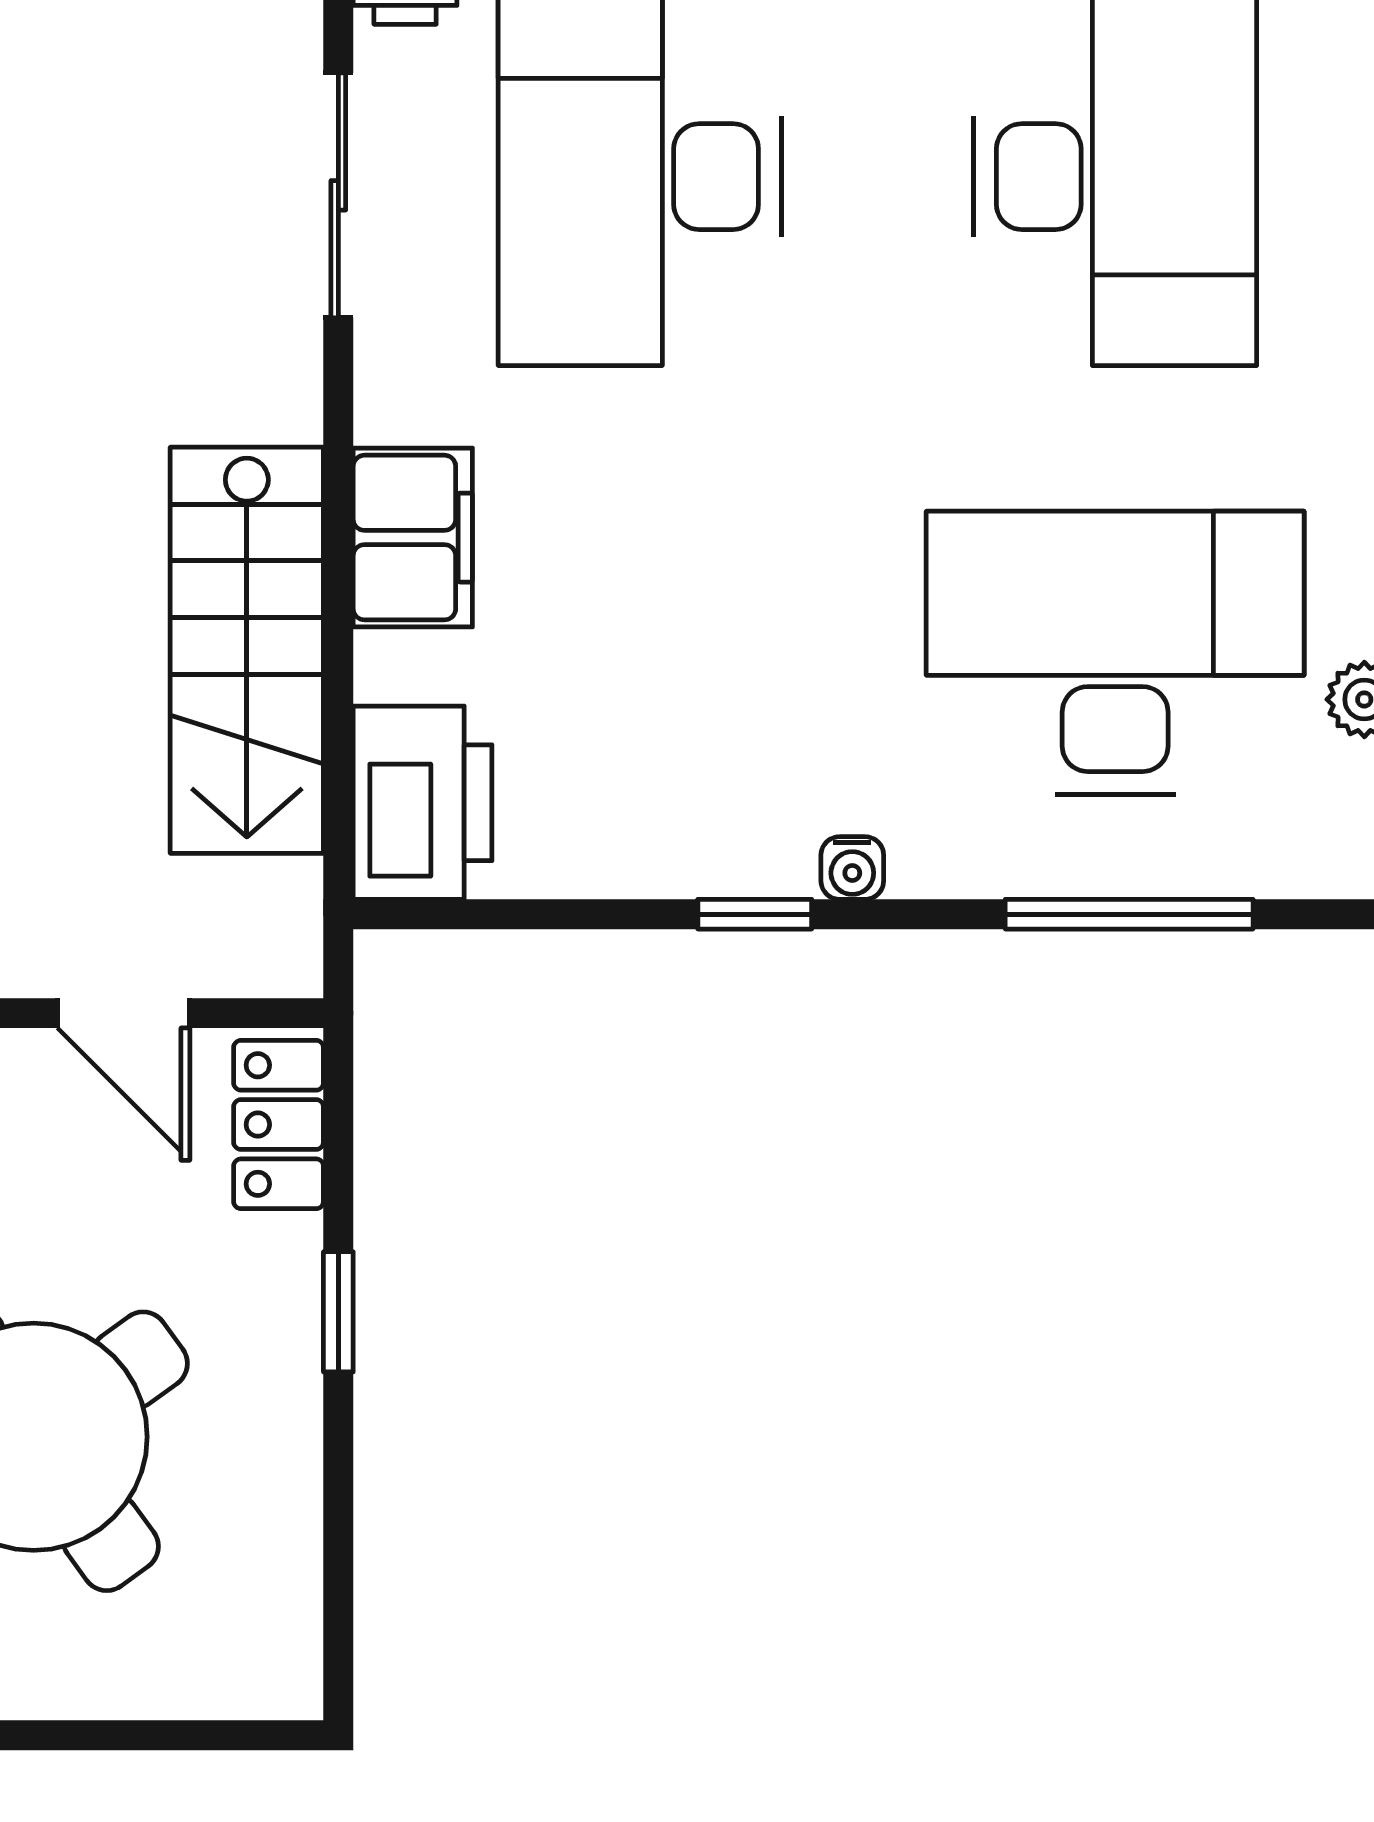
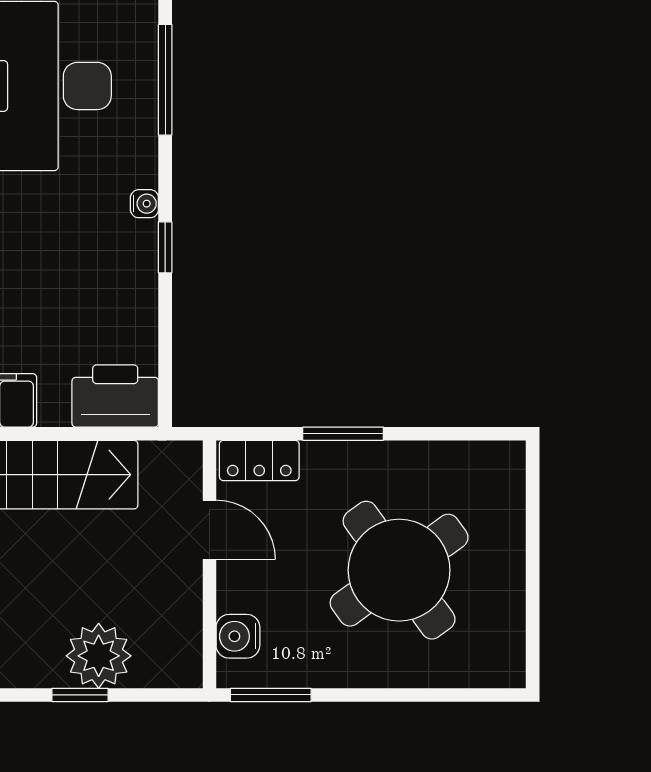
door: (124, 1013) -> (209, 530), hinge flipped
window: (338, 1312) -> (343, 434), width x1.50

